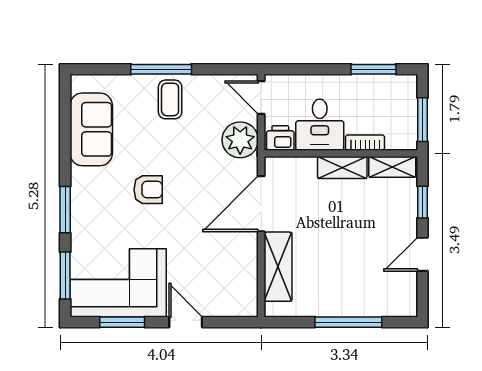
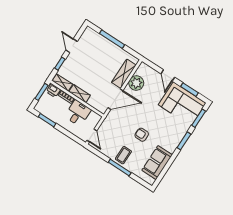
printer: (280, 138) -> (53, 91), moved
plant: (240, 140) -> (136, 83), moved
armchair: (148, 190) -> (142, 135), moved
door: (422, 254) -> (72, 46), swing flipped

